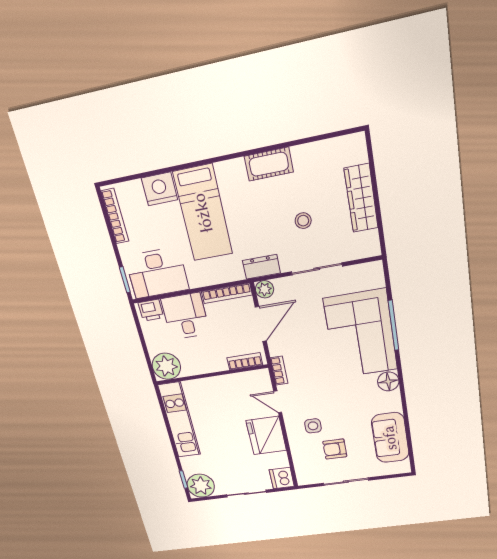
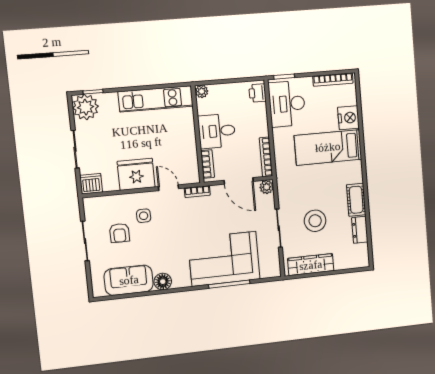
wardrobe: (361, 198) -> (311, 265), moved
stool: (303, 221) -> (315, 221), width x1.89, depth x1.89
dresser: (261, 267) -> (360, 230), moved, turned 180
desk: (185, 316) -> (217, 131), moved, turned 180
plant: (166, 366) -> (202, 91), width x0.53, depth x0.53
floor lamp: (388, 381) -> (163, 282), moved
door: (278, 402) -> (169, 188), hinge flipped
armchair: (335, 449) -> (120, 233), turned 180

